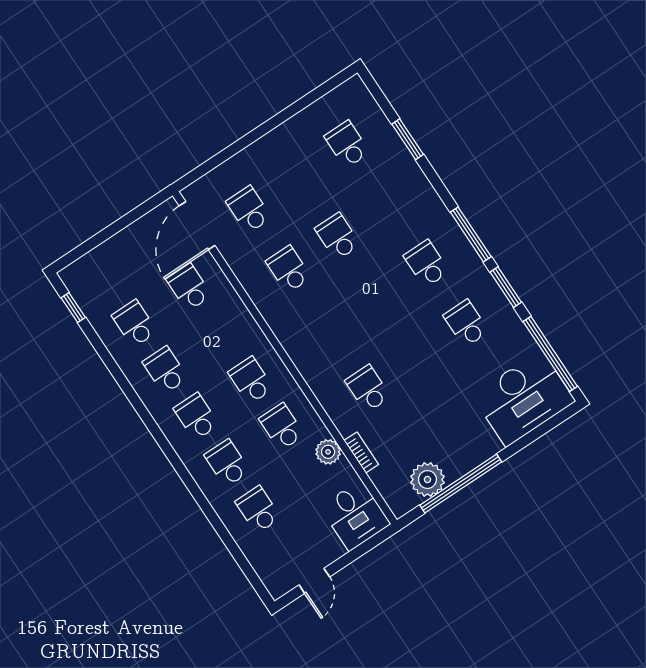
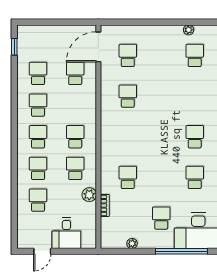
plant: (313, 113) -> (189, 30), added
school desk: (338, 237) -> (161, 218), moved
plant: (427, 479) -> (132, 244), width x0.53, depth x0.53
window: (461, 484) -> (181, 251), moved
desk: (355, 515) -> (66, 233), moved

